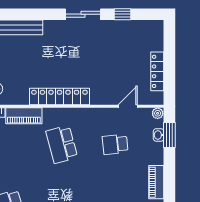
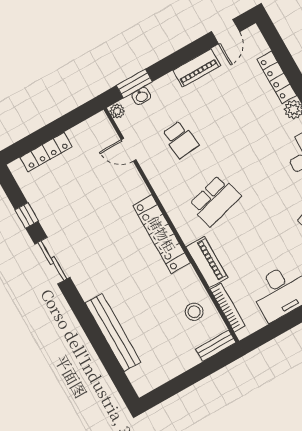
locker: (157, 71) -> (46, 152), moved

